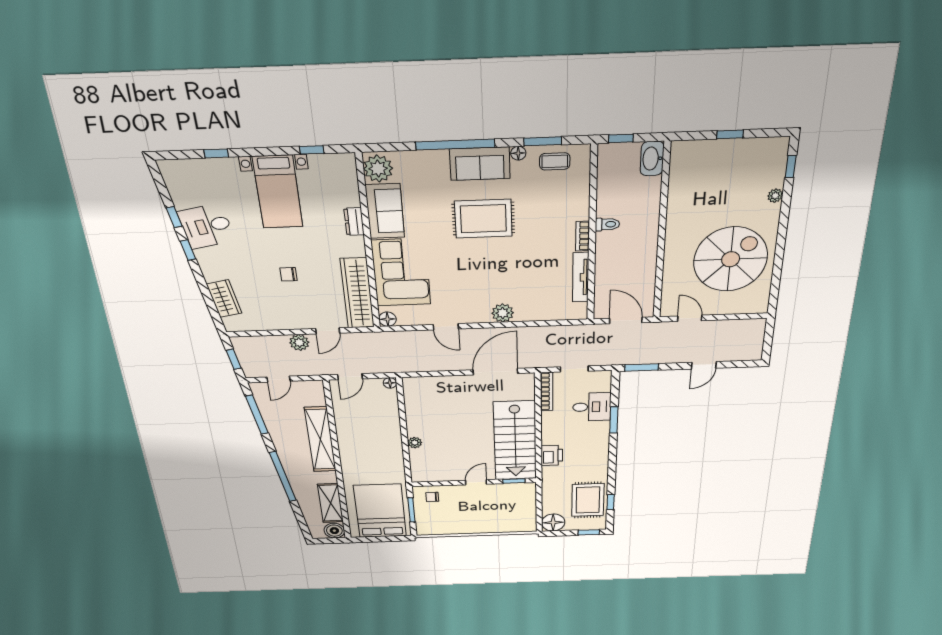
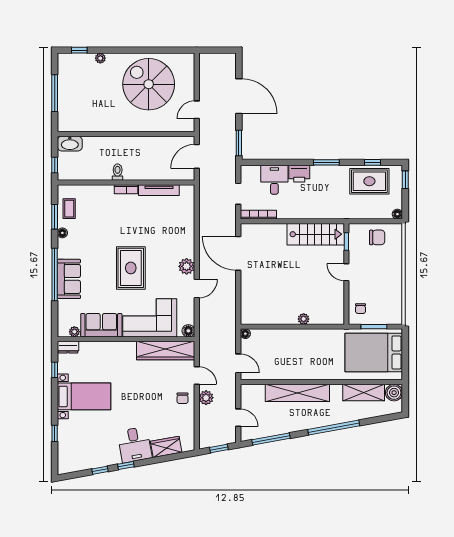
window: (730, 134) -> (55, 93), width x2.17
sofa: (480, 164) -> (69, 279), moved
plant: (378, 169) -> (74, 332), width x0.53, depth x0.53
rug: (483, 219) -> (131, 268), moved
dresser: (354, 222) -> (68, 347), moved
desk: (206, 226) -> (135, 445), moved
chair: (289, 274) -> (182, 398), moved
plant: (503, 313) -> (187, 266), moved
door: (704, 365) -> (239, 96), width x1.88
window: (614, 420) -> (326, 162), moved
stairs: (515, 441) -> (316, 234), width x0.73, depth x0.66
printer: (552, 455) -> (299, 174), moved, turned 180
chair: (520, 509) -> (377, 237), added
floor lamp: (553, 522) -> (397, 214), width x0.53, depth x0.53

